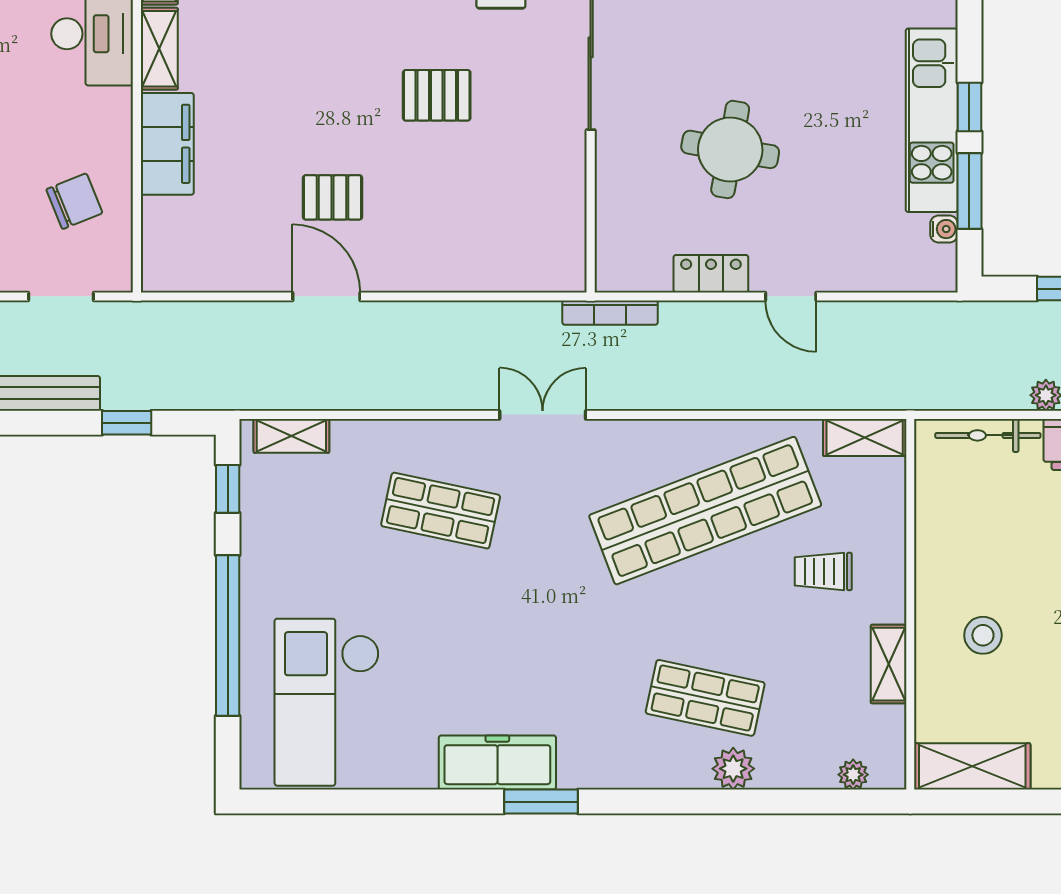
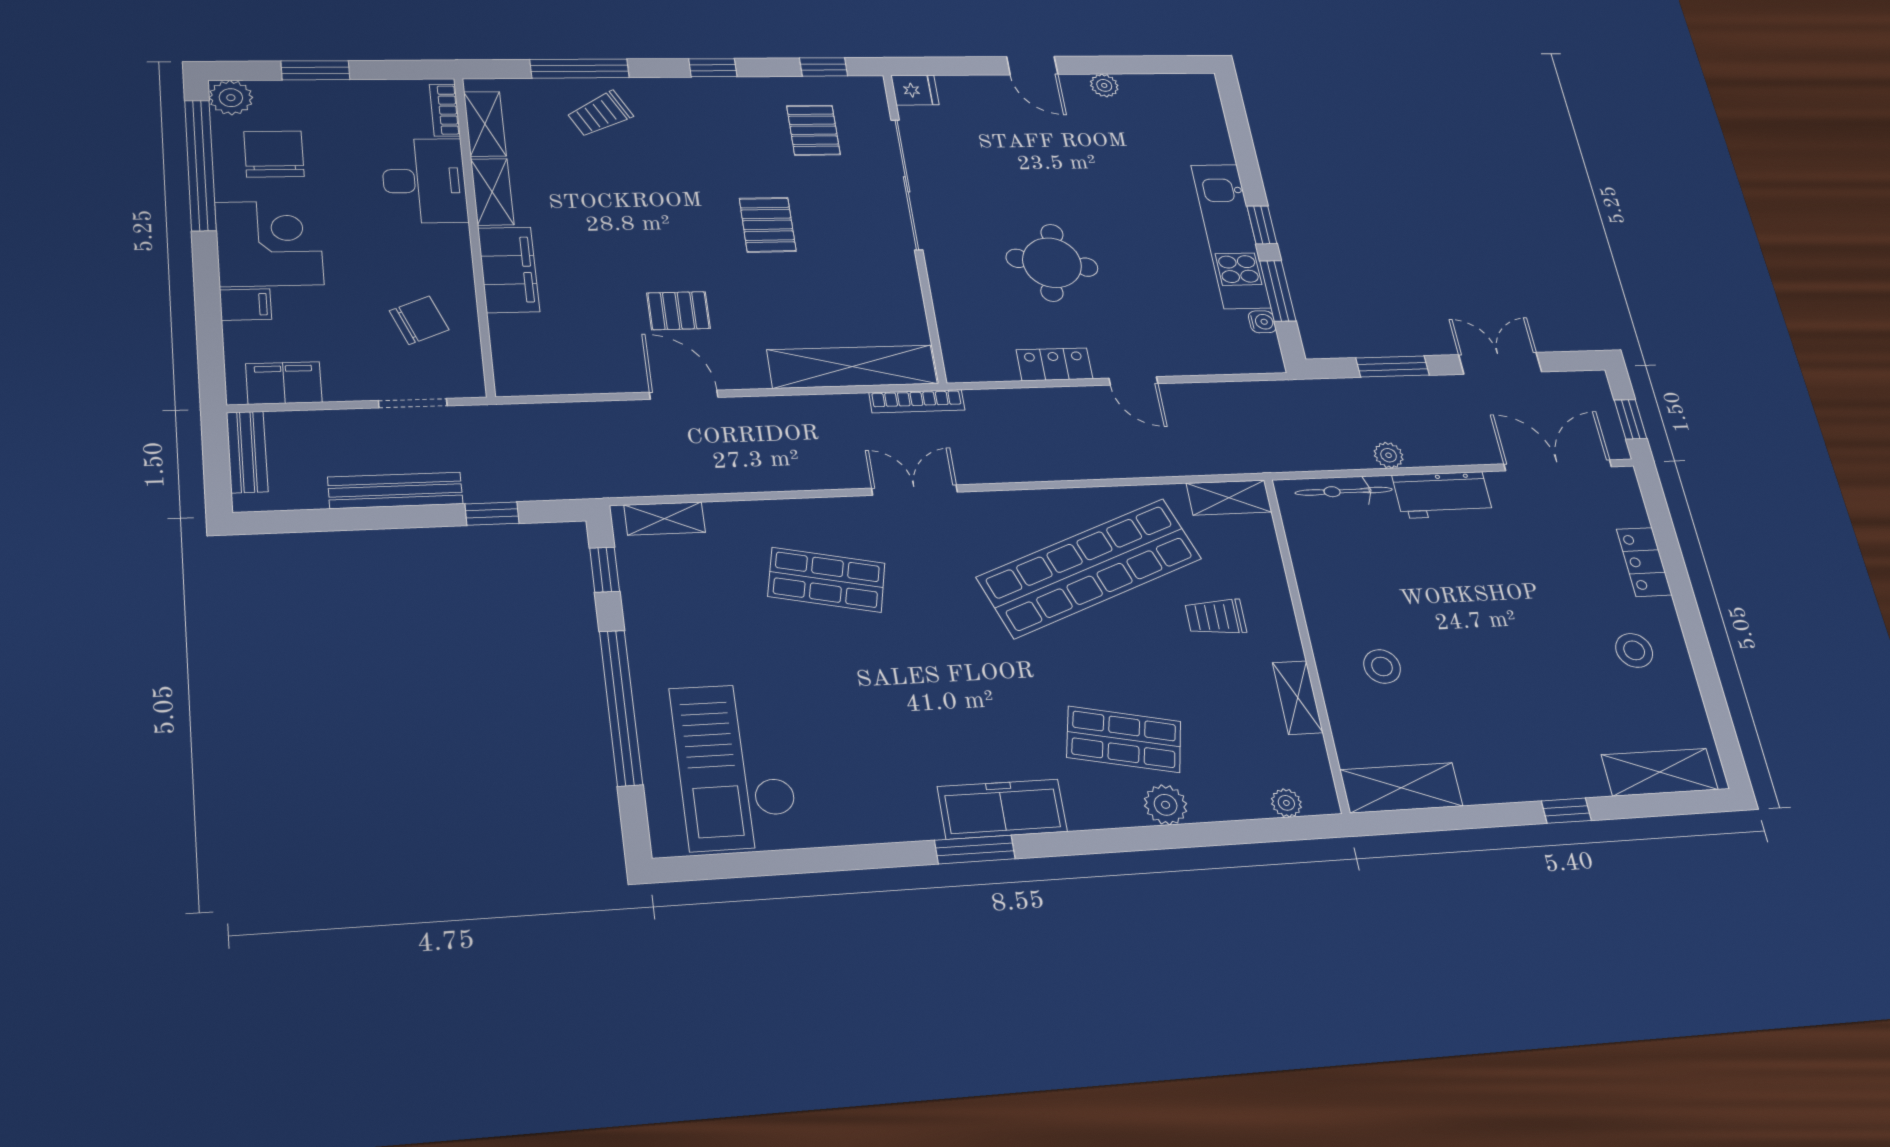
pallet: (437, 95) -> (768, 225), turned 90
shelving: (500, 270) -> (852, 367), added
bookcase: (610, 313) -> (917, 401), moved
freezer: (497, 763) -> (1002, 809), moved

